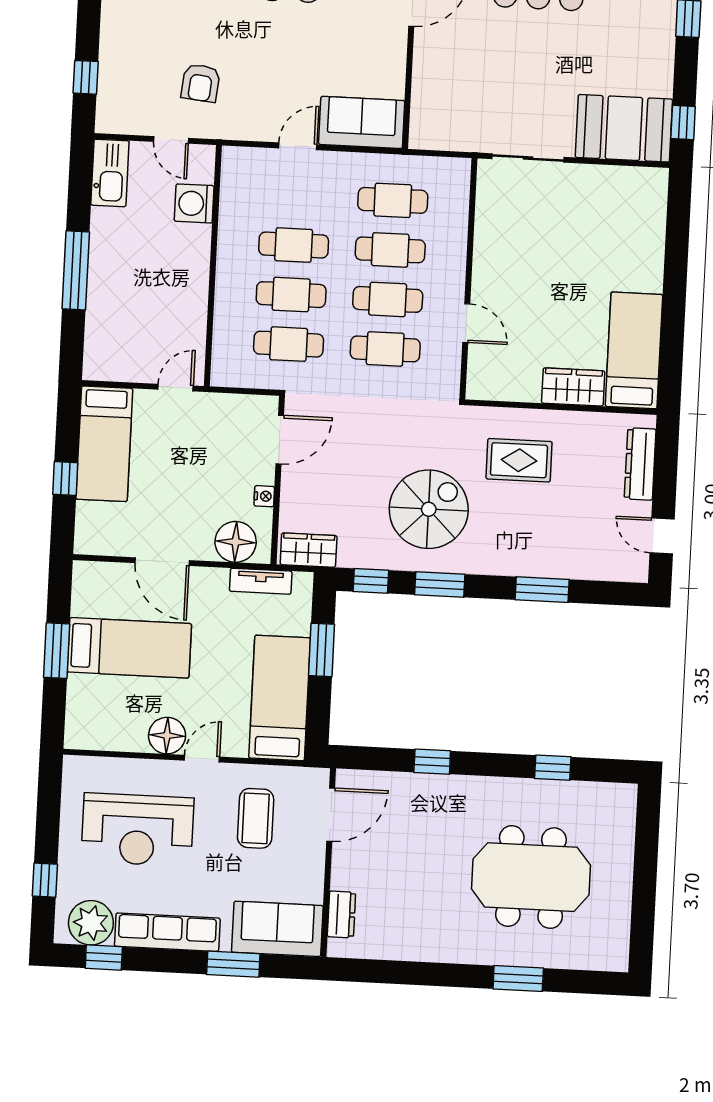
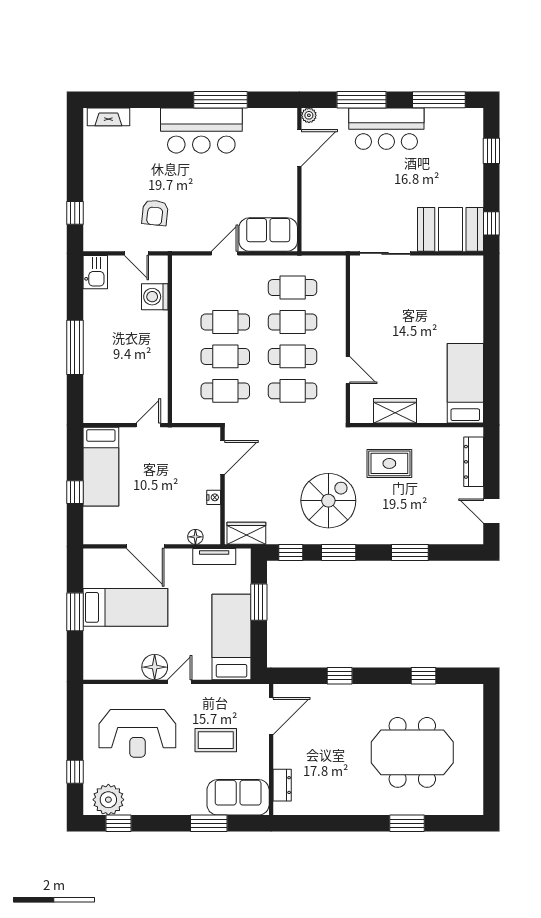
kitchen sink: (110, 173) -> (95, 272), width x0.73
wardrobe: (573, 387) -> (395, 411), moved
floor lamp: (236, 542) -> (195, 537), width x0.53, depth x0.53
coffee table: (256, 818) -> (216, 740), moved, turned 90
row of seats: (167, 932) -> (162, 804), removed

